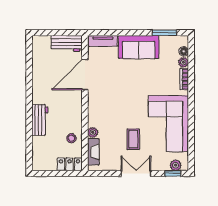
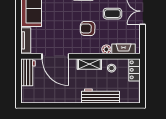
armchair: (116, 111) -> (88, 29), added
shelving: (76, 113) -> (89, 64), added
workbench: (40, 120) -> (100, 96), width x1.38

